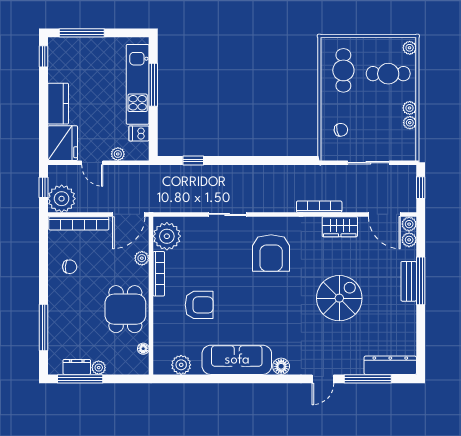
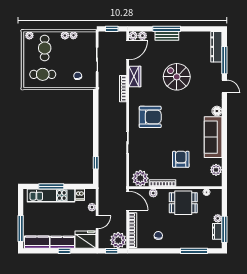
window: (44, 56) -> (64, 251), moved
kitchen counter: (58, 61) -> (37, 242), added

